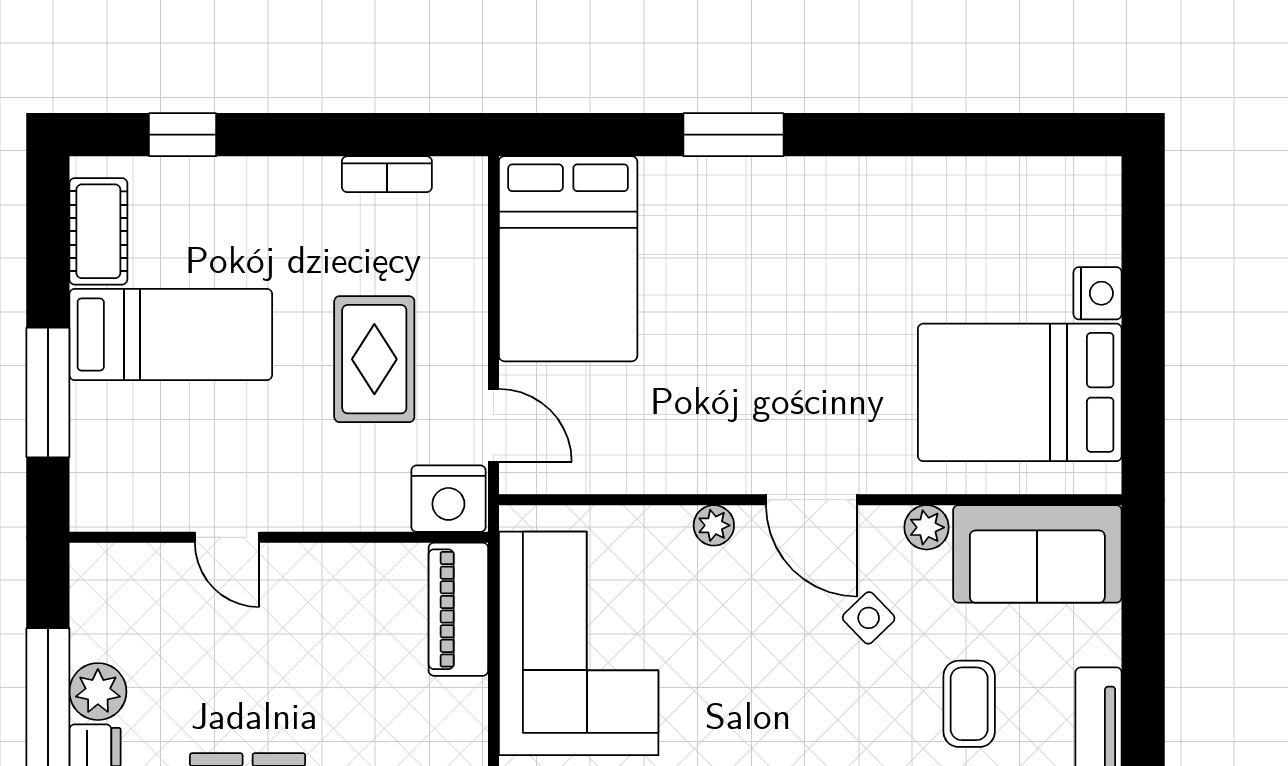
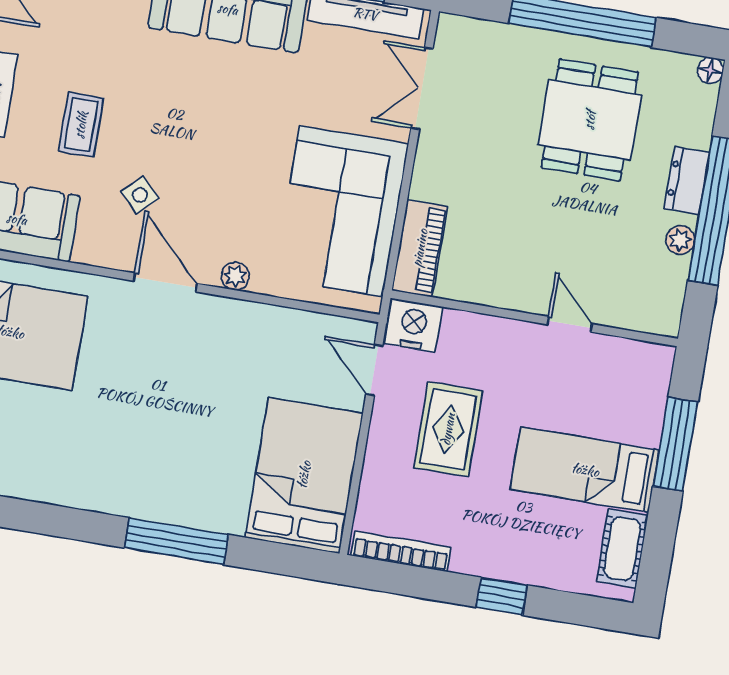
window: (183, 135) -> (502, 596), moved
window: (734, 135) -> (176, 541), width x1.44
bookcase: (387, 174) -> (401, 551), width x1.56
plant: (927, 527) -> (90, 250), removed
plant: (98, 692) -> (680, 240), width x0.73, depth x0.73

